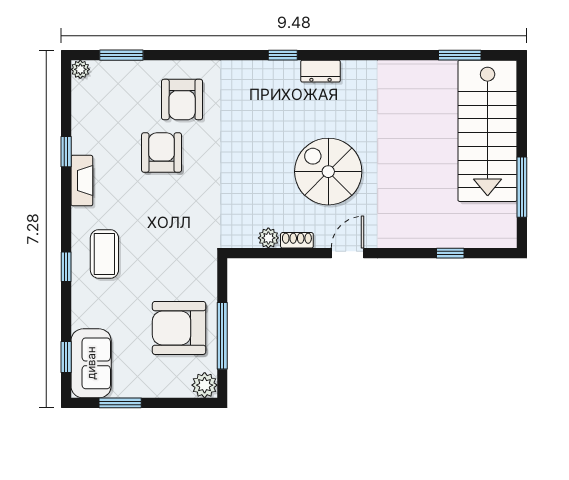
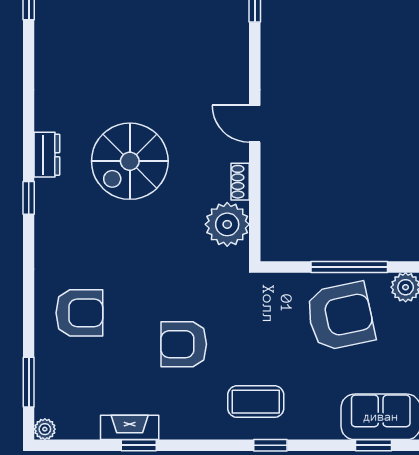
armchair: (162, 153) -> (184, 344), moved
spiral stairs: (328, 172) -> (130, 161), moved
fireplace: (82, 181) -> (130, 427), moved
plant: (268, 238) -> (227, 224), width x1.87, depth x1.87
armchair: (179, 328) -> (340, 316), turned -102

